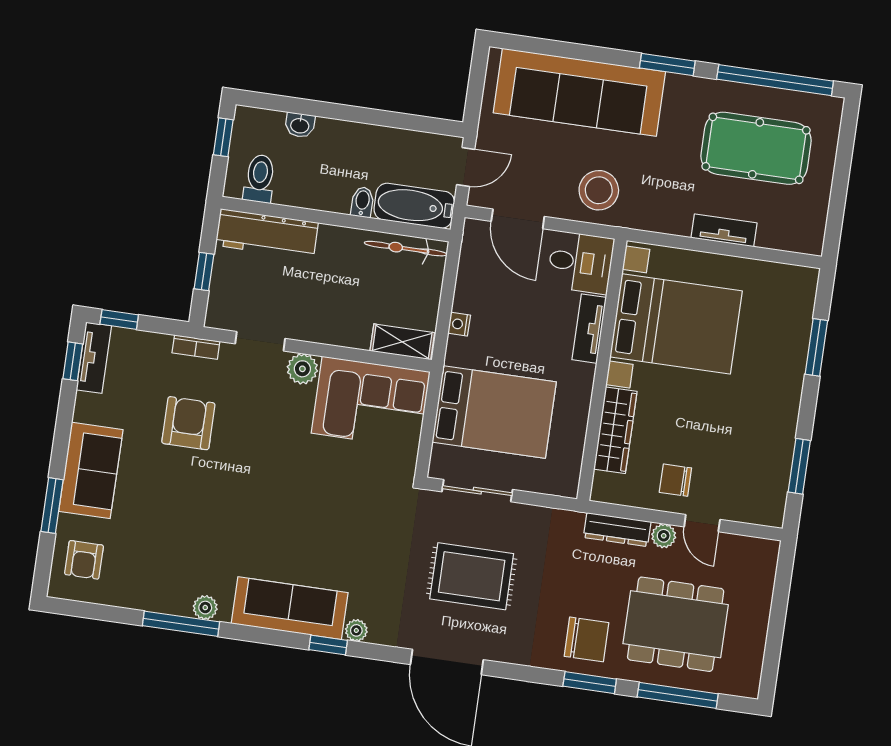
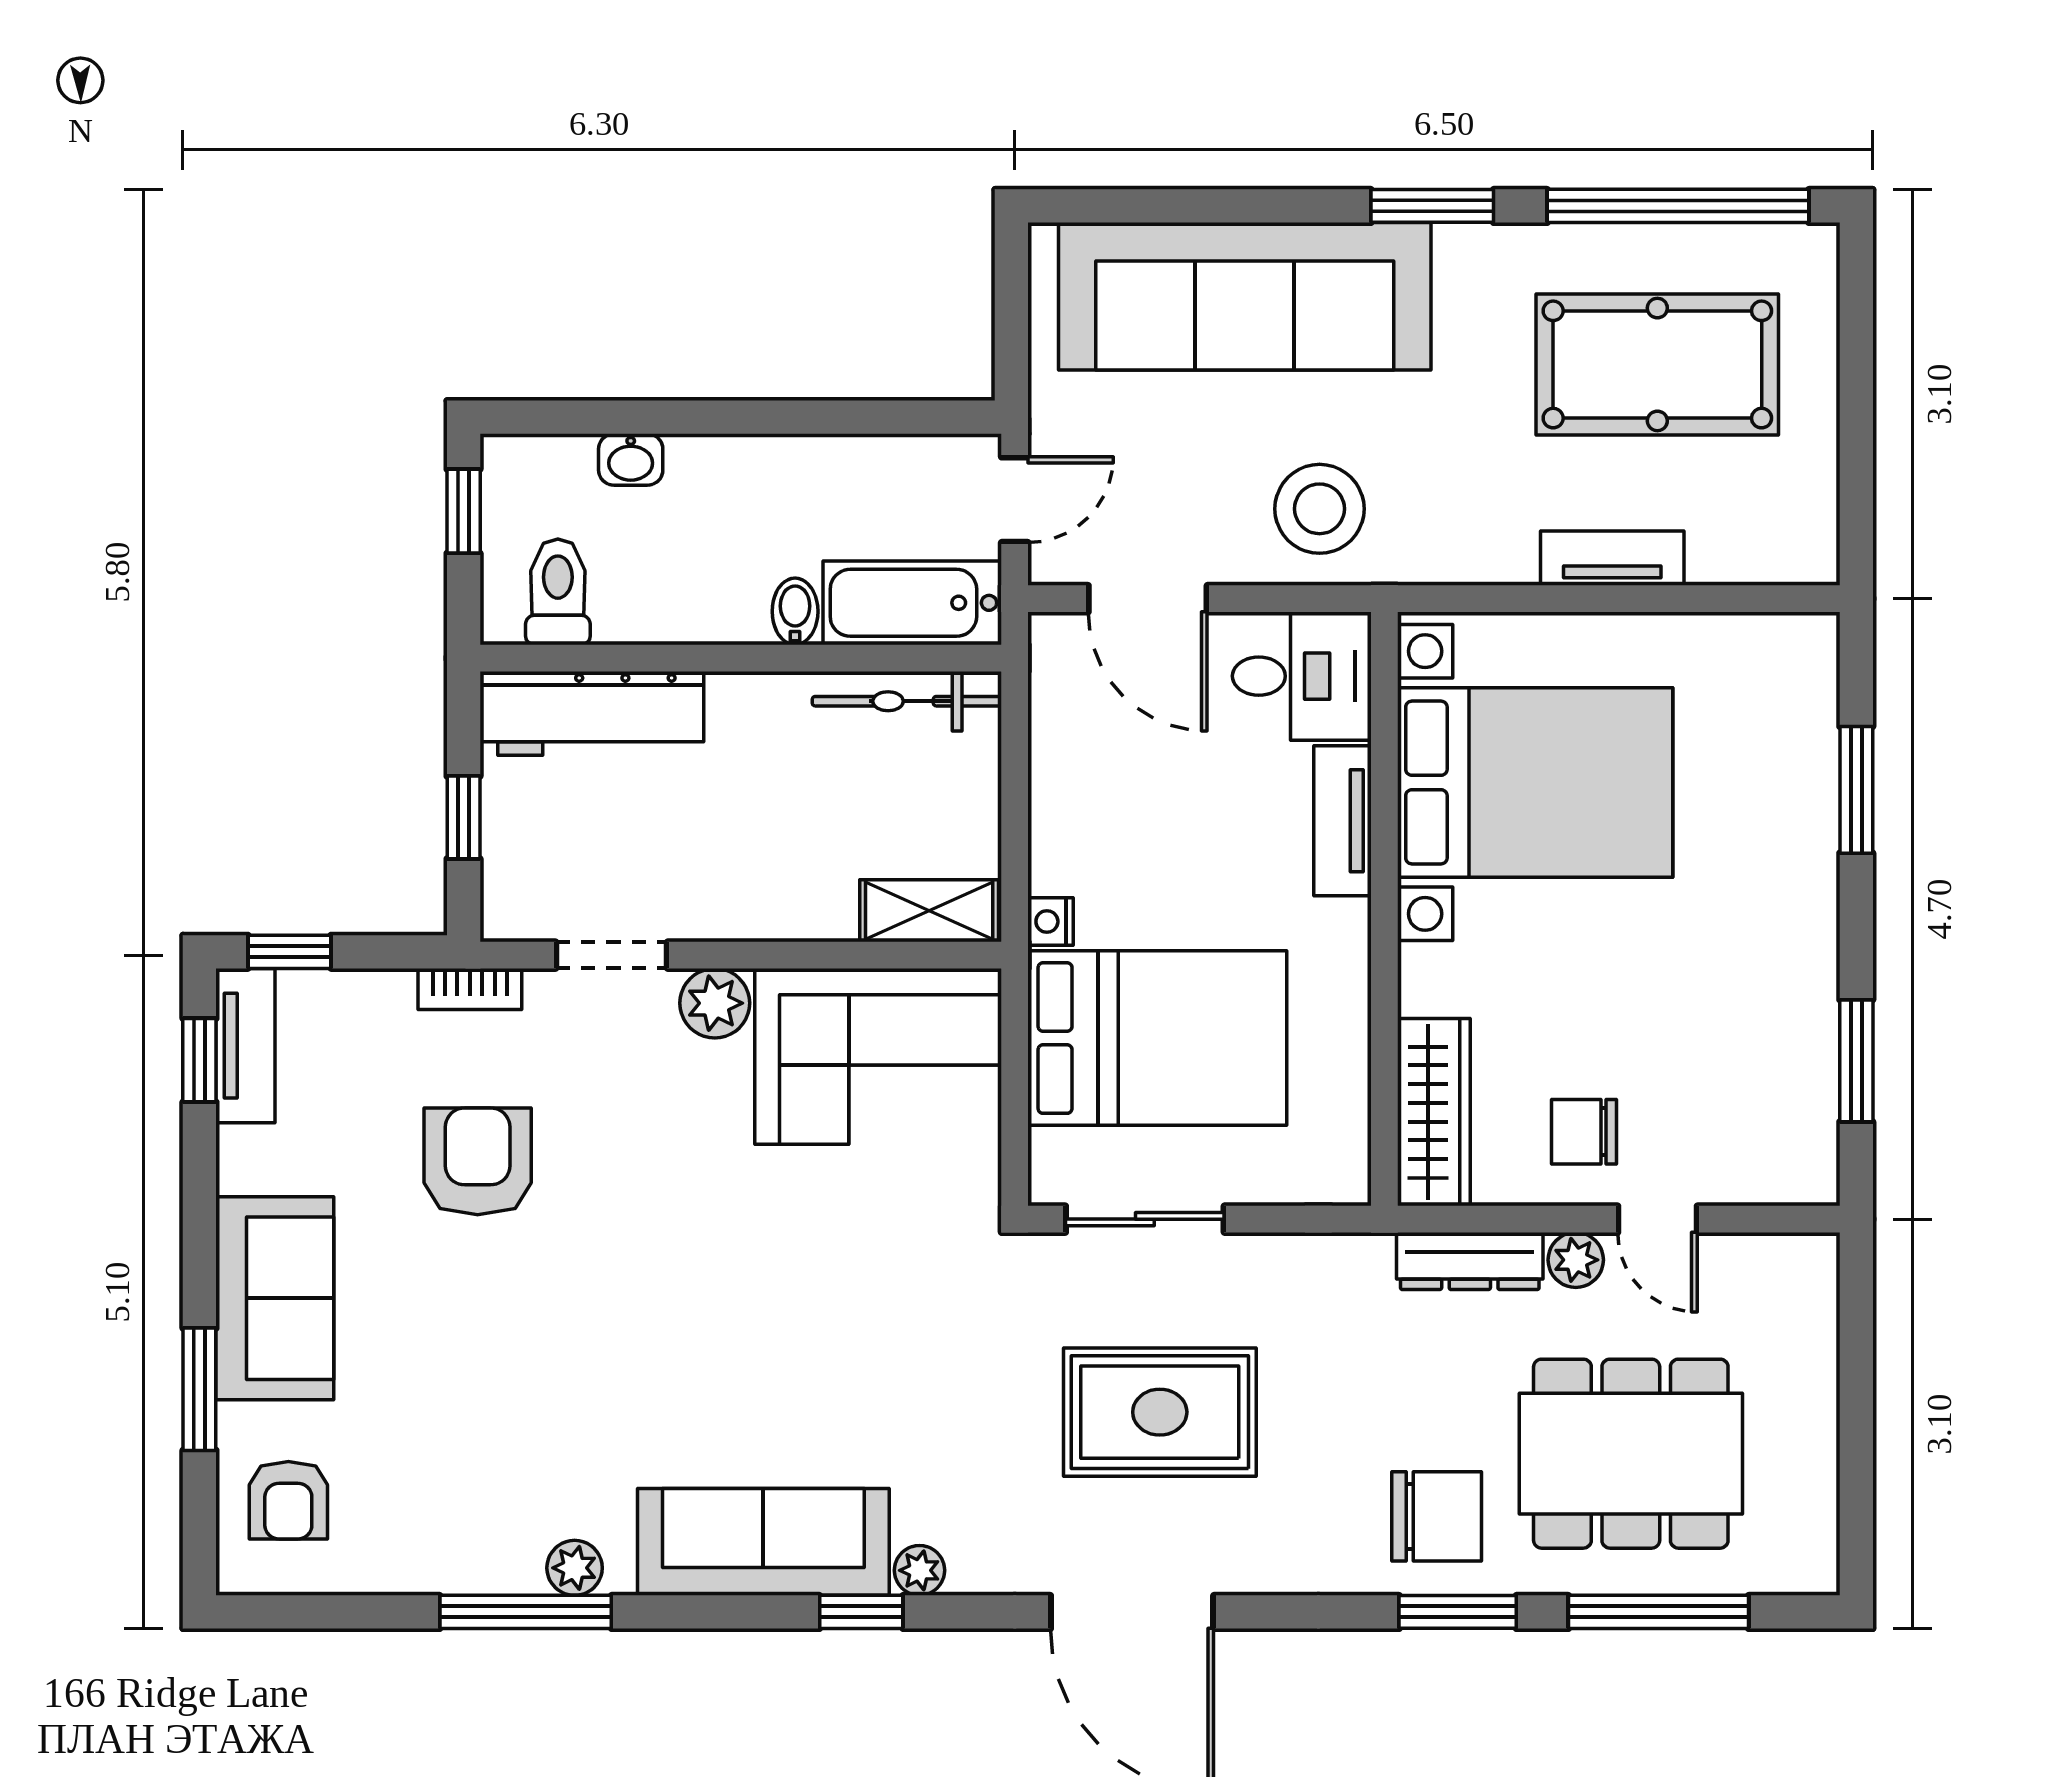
nightstand: (459, 324) -> (1051, 922), moved
wardrobe: (615, 430) -> (1434, 1112), moved

